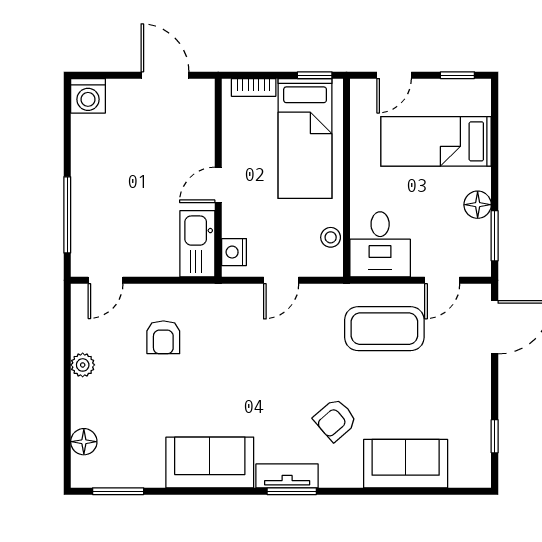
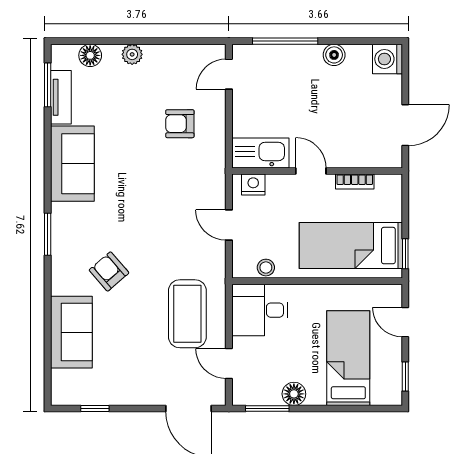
bookcase: (254, 87) -> (355, 182), moved, turned -90
boiler: (83, 158) -> (334, 55), added
door: (106, 280) -> (229, 74), hinge flipped
plant: (83, 365) -> (132, 54), moved
tv unit: (287, 476) -> (61, 97), moved

